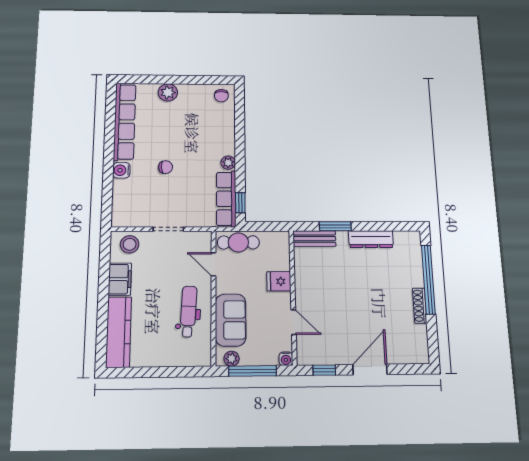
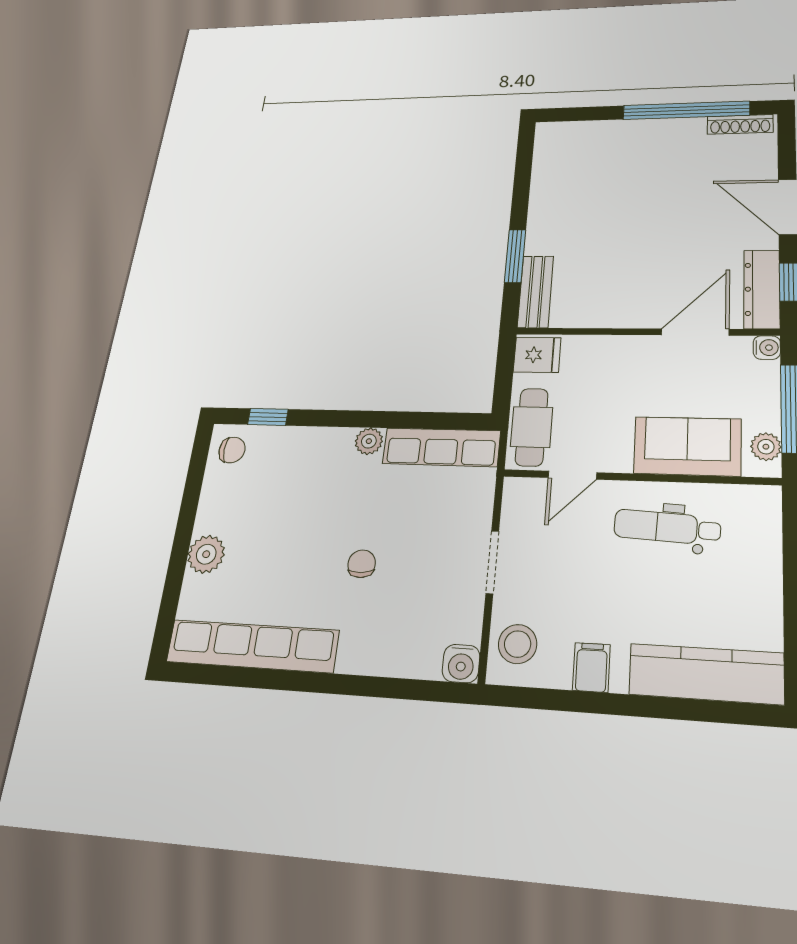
water cooler: (121, 170) -> (461, 664), moved
window: (240, 203) -> (268, 417), moved
dresser: (371, 239) -> (762, 289), moved, turned 180
filing cabinet: (120, 279) -> (591, 667), width x0.50
window: (428, 279) -> (686, 110), moved
fridge: (279, 281) -> (537, 355), moved, turned -90
shoe rack: (420, 306) -> (740, 124), moved
door: (294, 322) -> (695, 332), width x1.38

